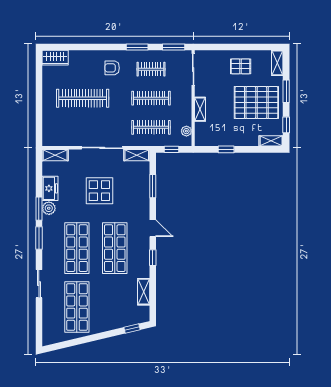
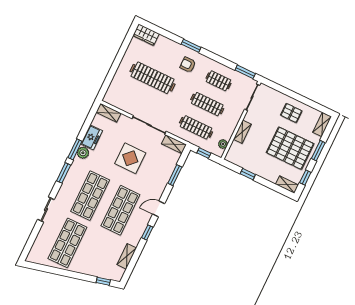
window: (137, 47) -> (191, 46), moved
door: (153, 228) -> (159, 209), swing flipped

